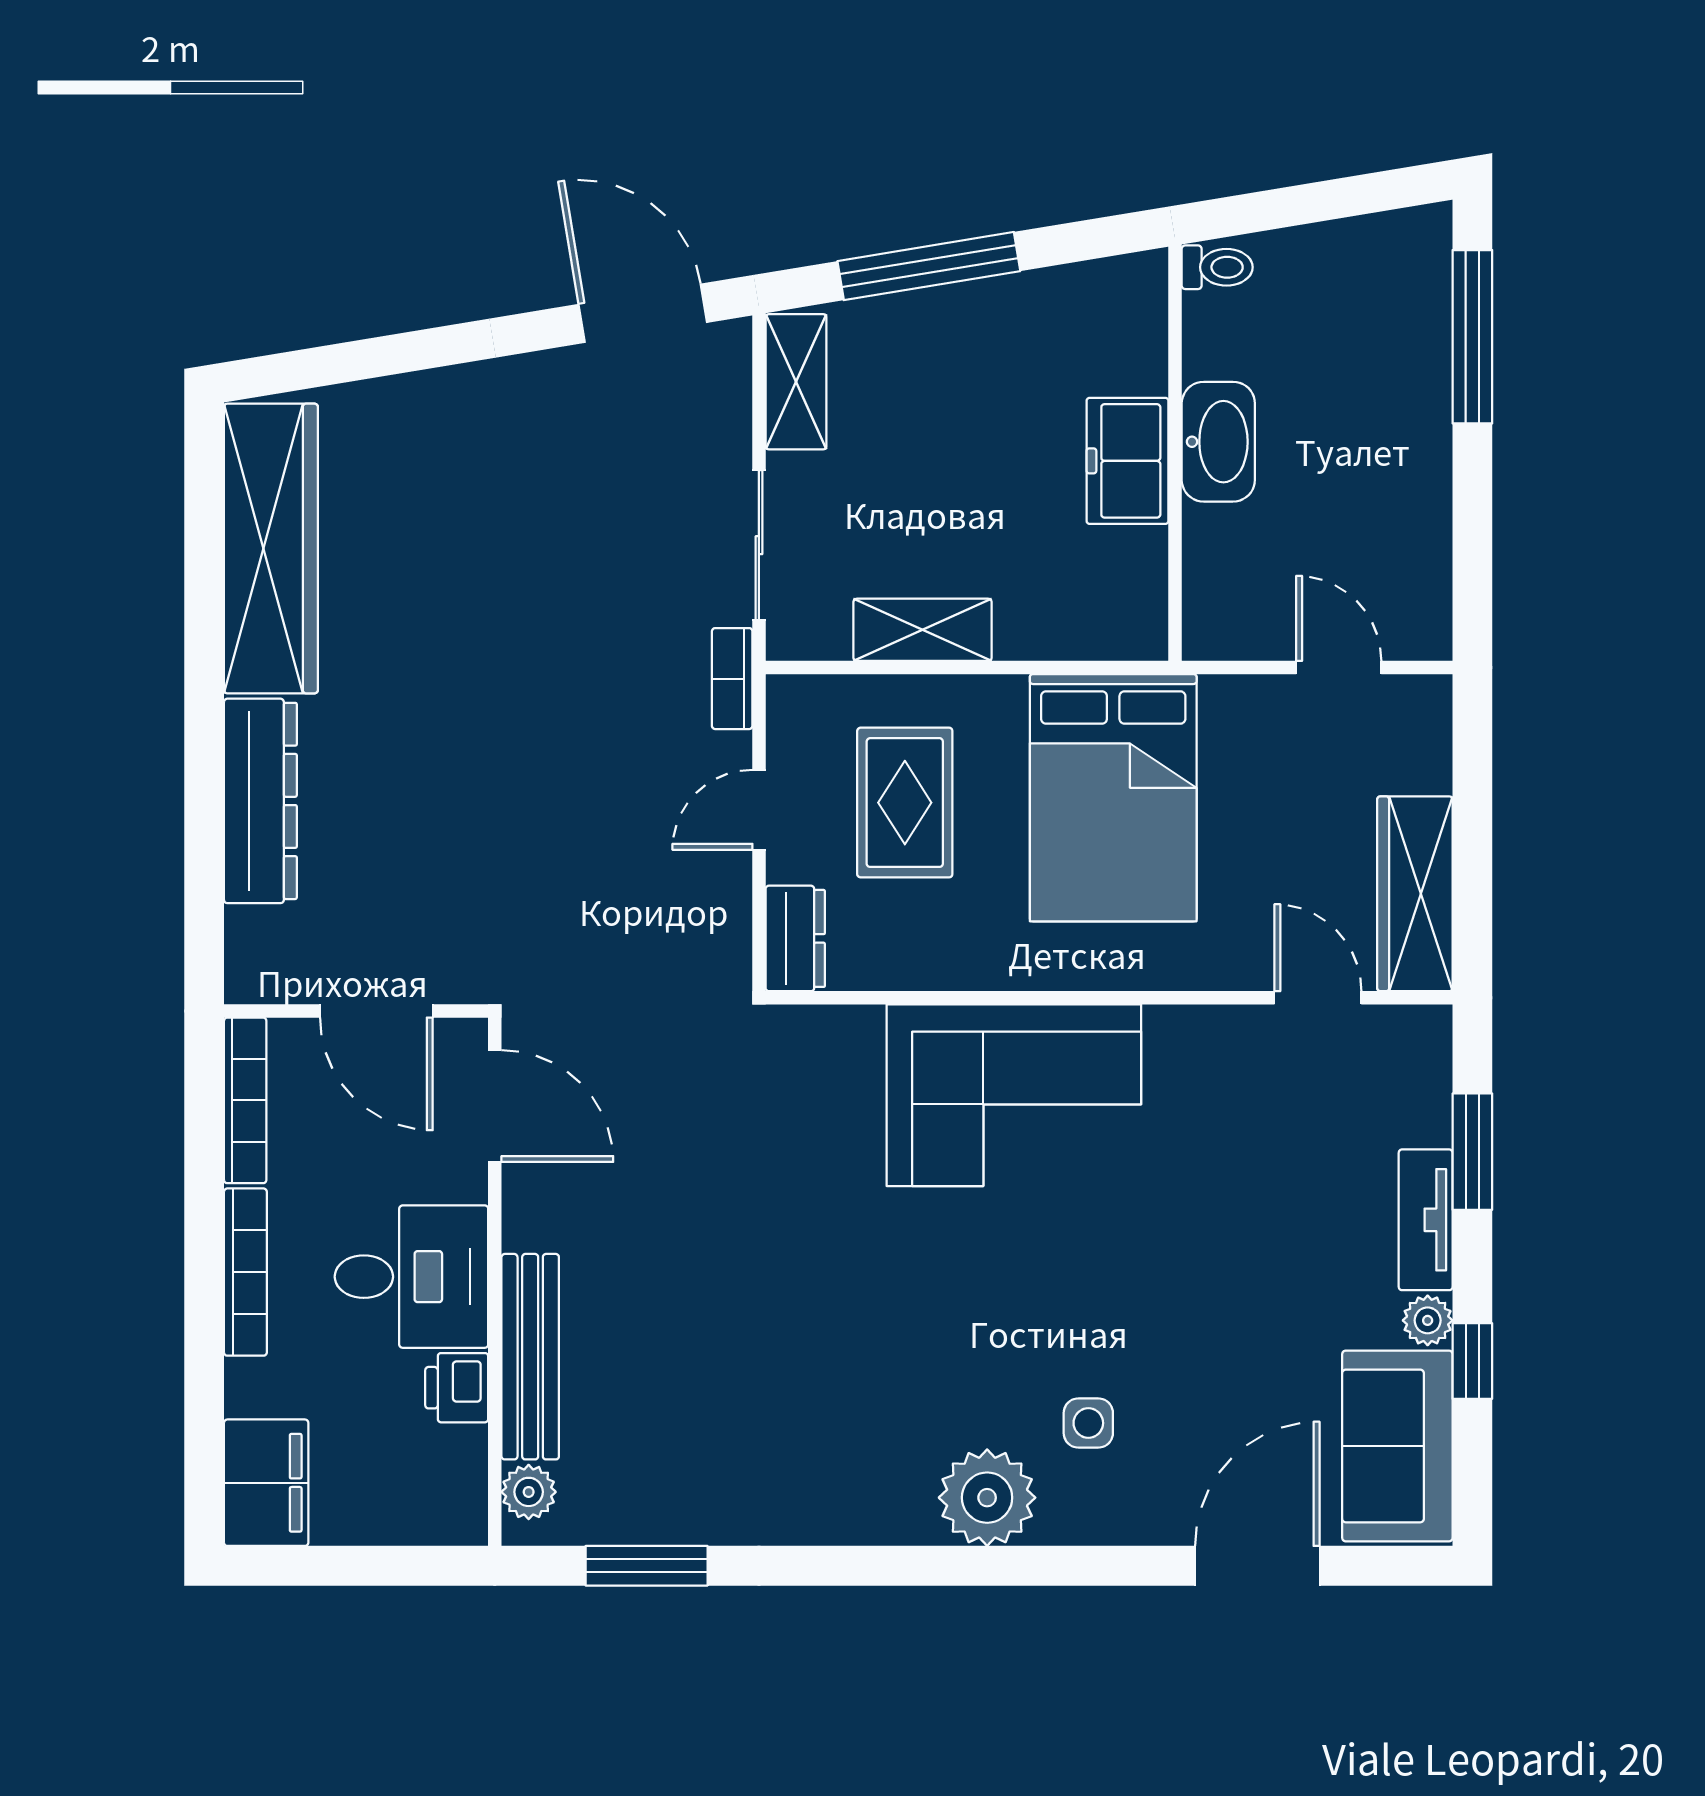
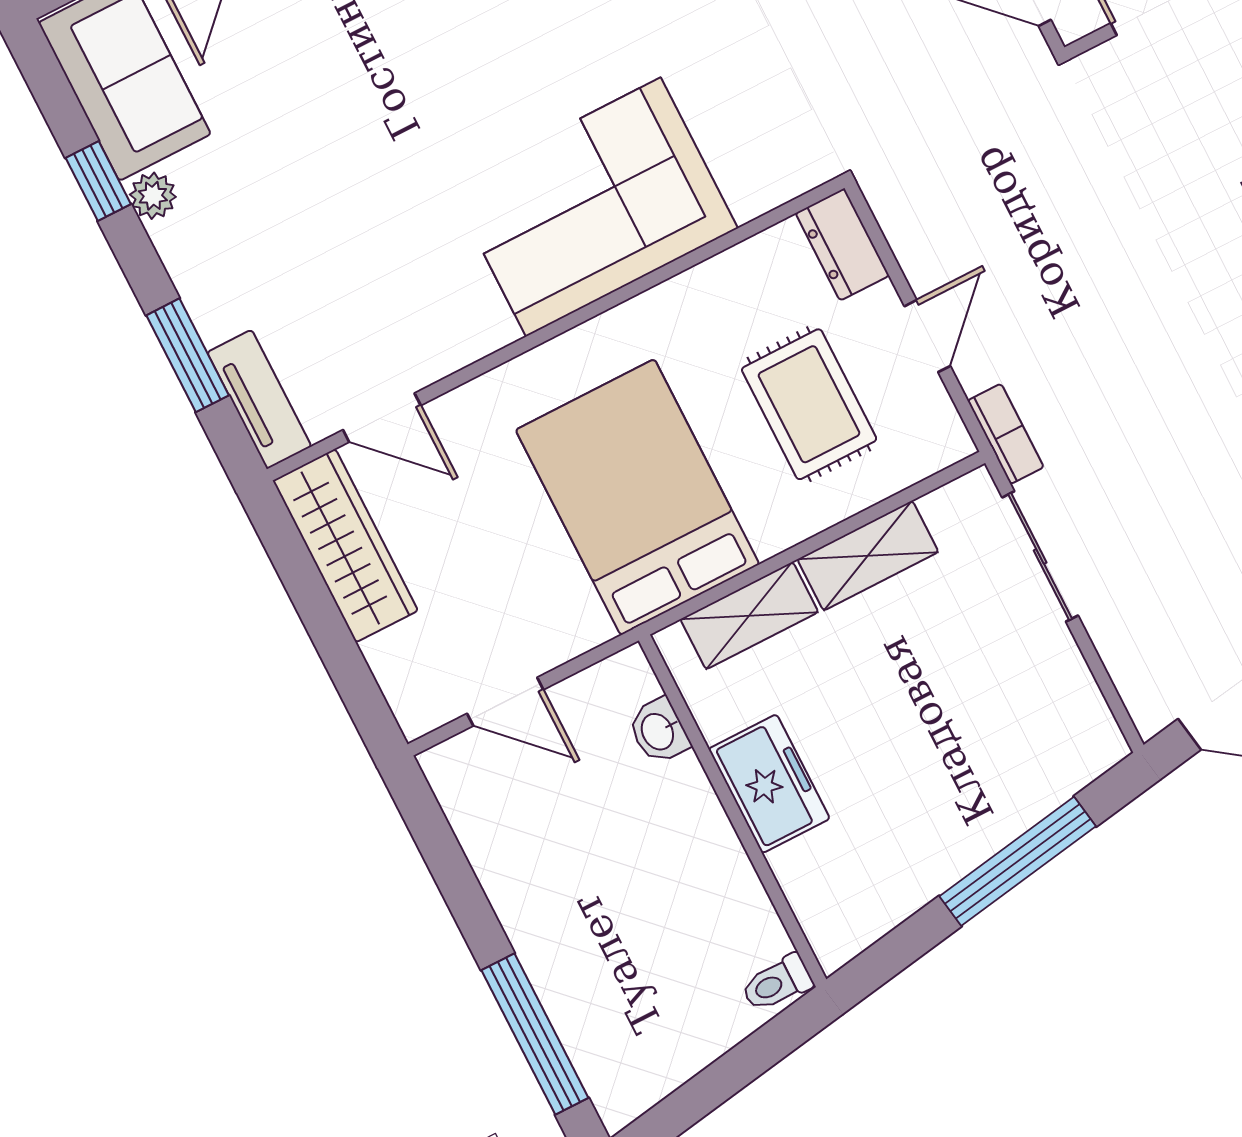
shelving: (796, 382) -> (749, 616), moved, turned 90
washbasin: (1218, 442) -> (659, 731), moved, width x0.52, depth x0.69
tv unit: (1426, 1220) -> (259, 399), moved

